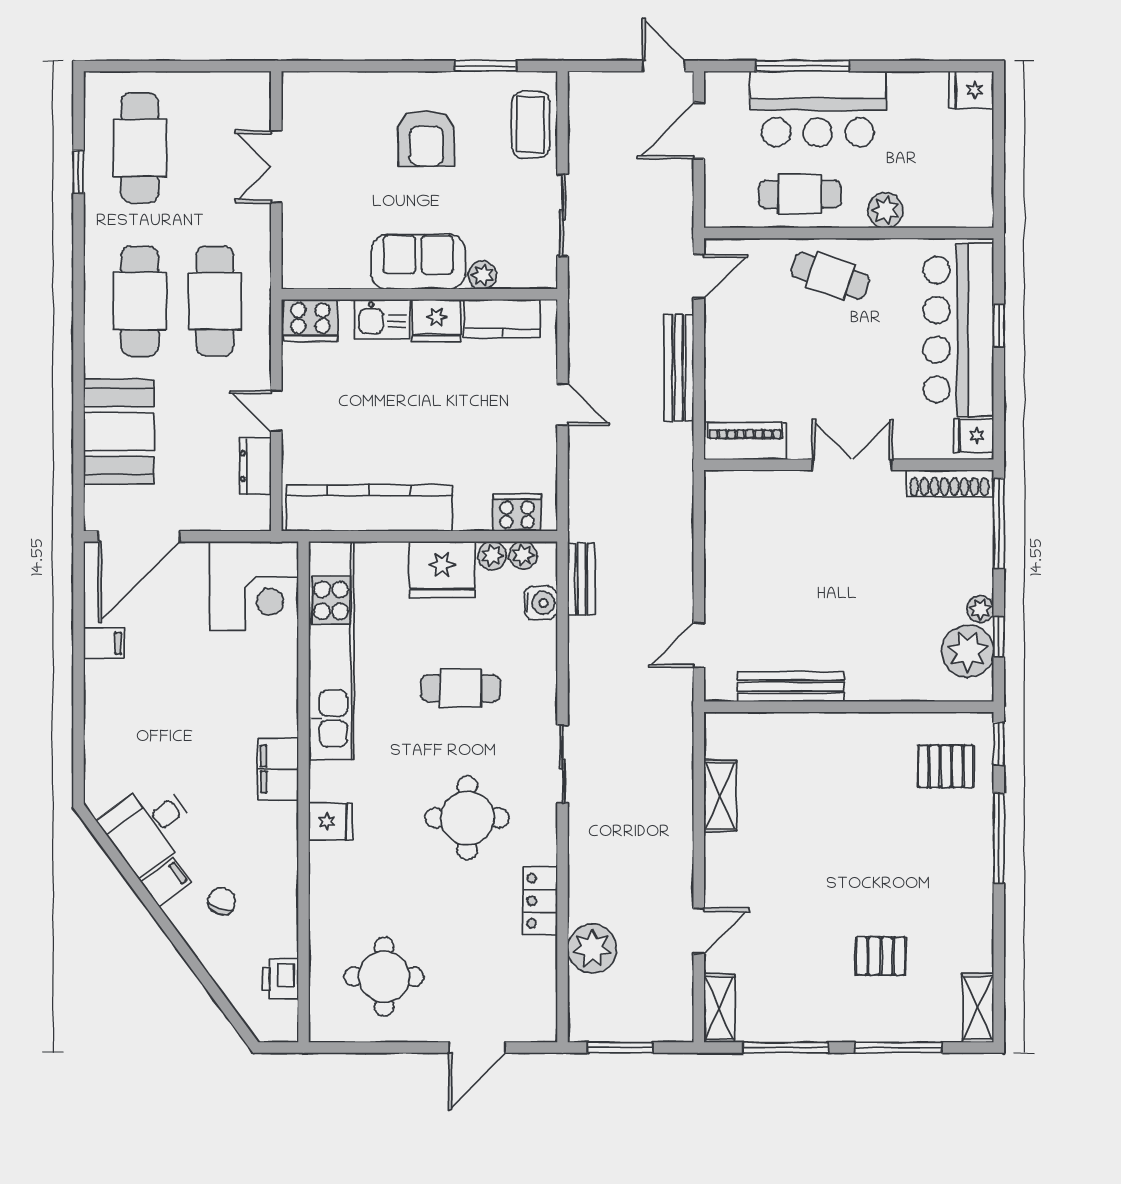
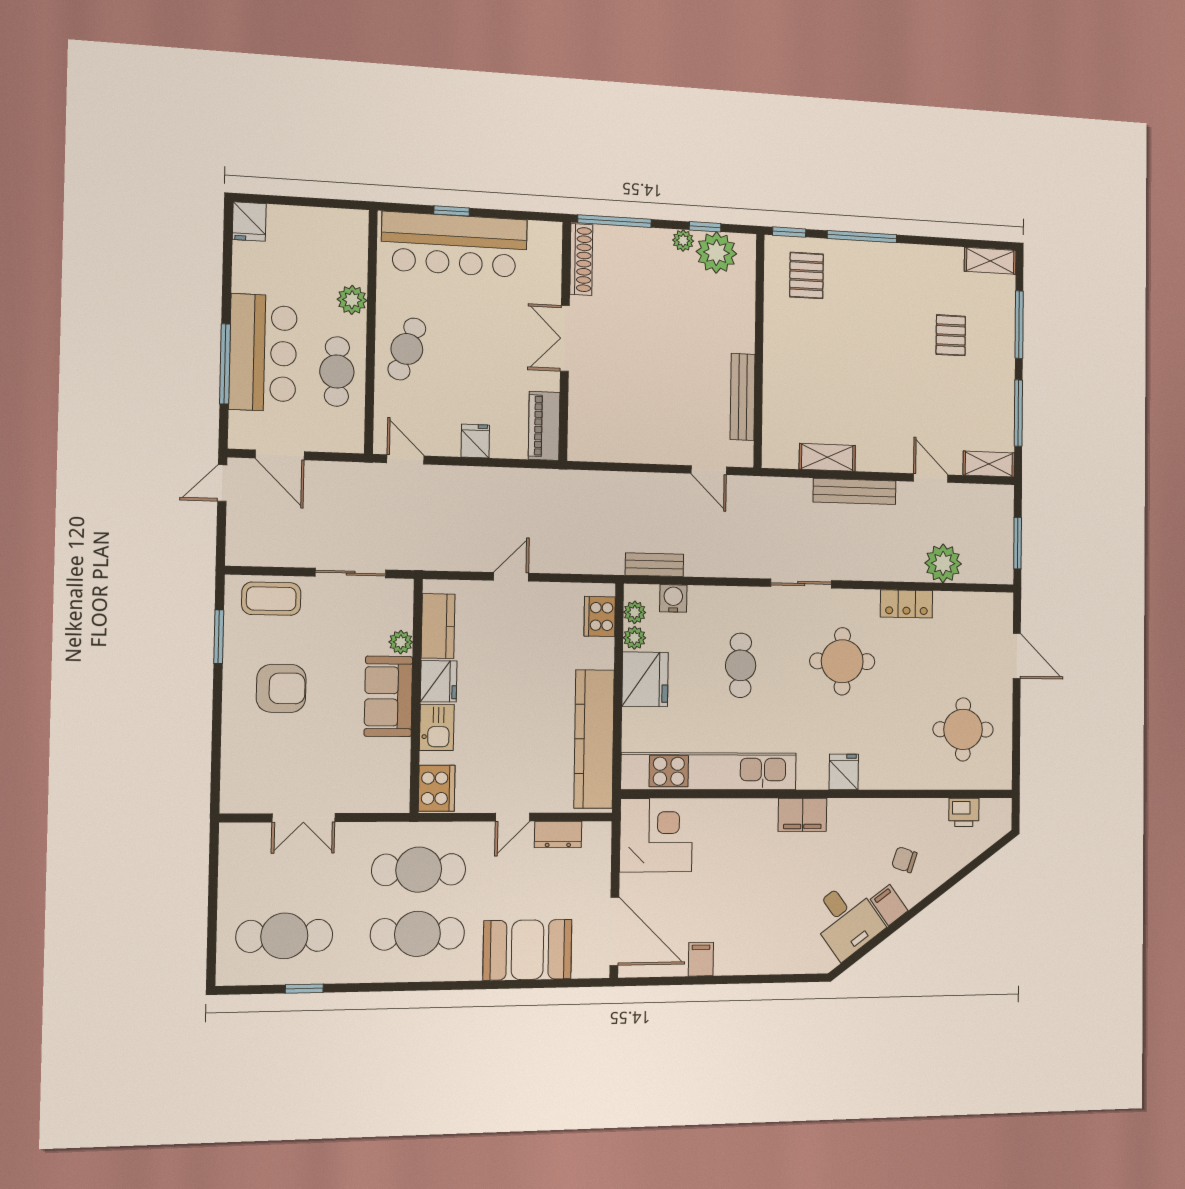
bench: (679, 368) -> (855, 491), moved
fridge: (974, 436) -> (475, 441), moved, turned 180

